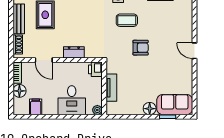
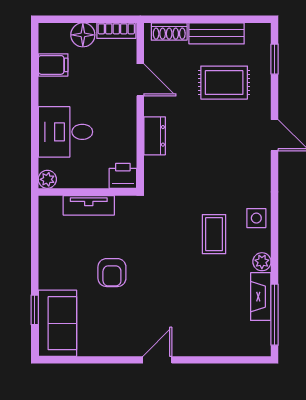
armchair: (141, 48) -> (112, 273), moved
door: (44, 60) -> (140, 80), swing flipped
floor lamp: (150, 109) -> (50, 277), removed

